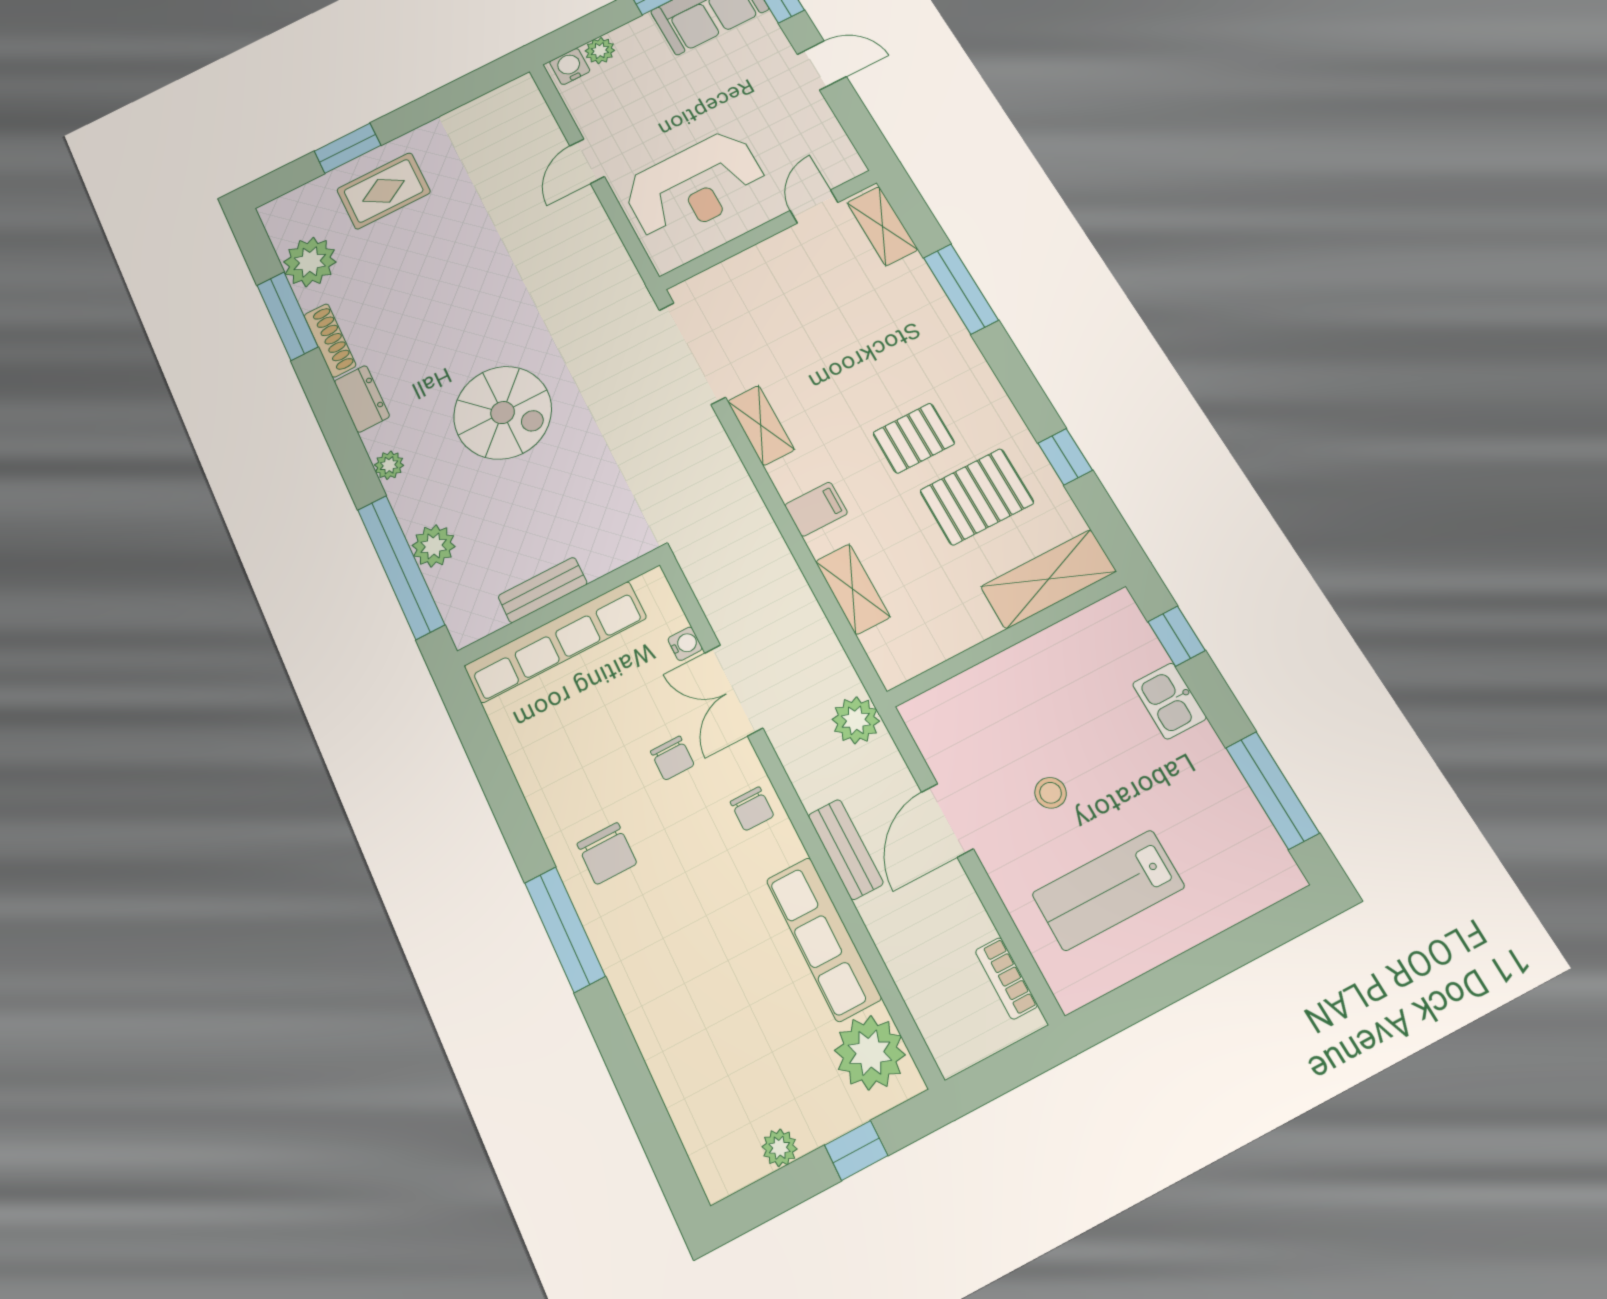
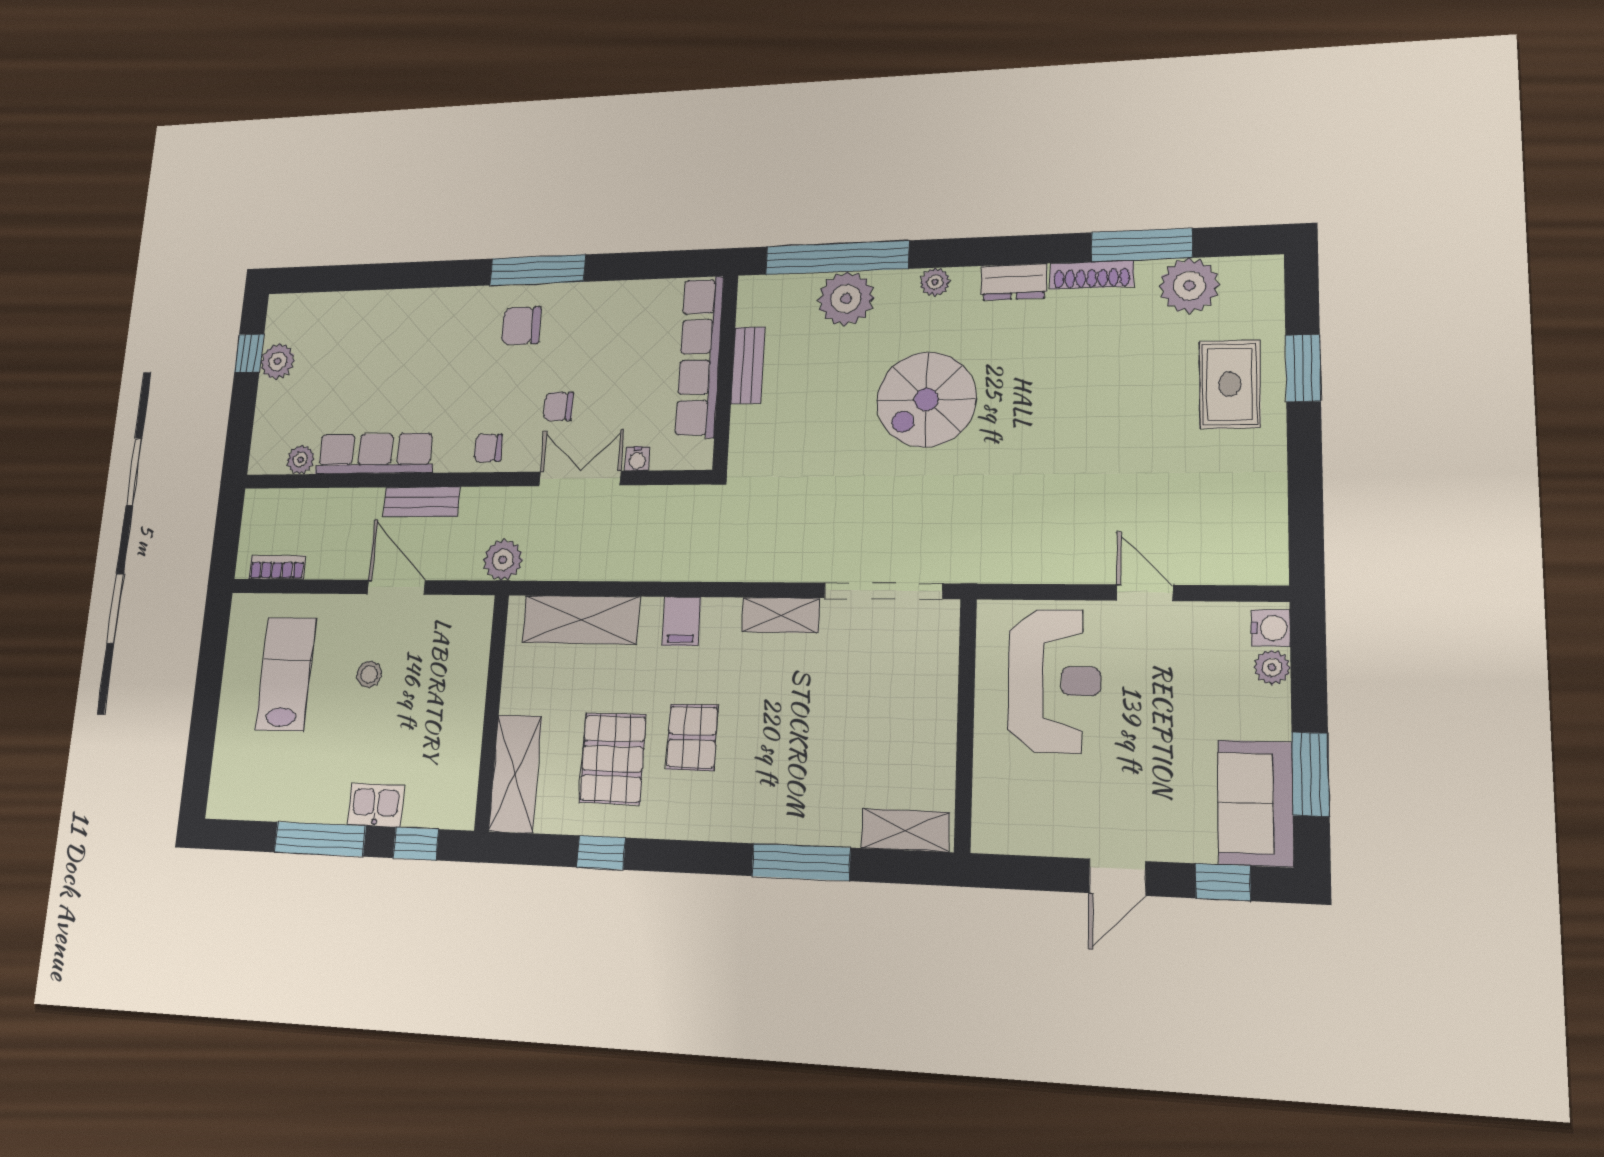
reception desk: (695, 186) -> (1054, 681), turned 180
door: (814, 206) -> (964, 780), removed
plant: (434, 546) -> (846, 299), width x1.36, depth x1.36
shelving: (853, 589) -> (581, 620), width x1.50, depth x1.33
window: (1272, 790) -> (320, 839), moved
window: (565, 929) -> (538, 270), moved
plant: (870, 1053) -> (301, 460), width x0.53, depth x0.53
plant: (780, 1148) -> (278, 361), width x1.38, depth x1.38
window: (856, 1150) -> (249, 353), moved

